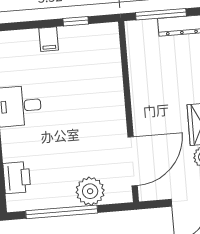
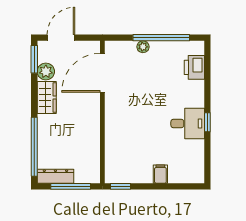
window: (76, 21) -> (121, 186), moved
plant: (90, 191) -> (143, 47), width x0.53, depth x0.53

